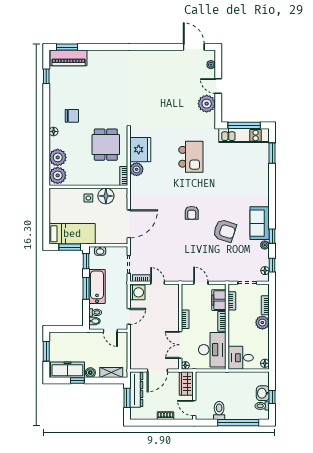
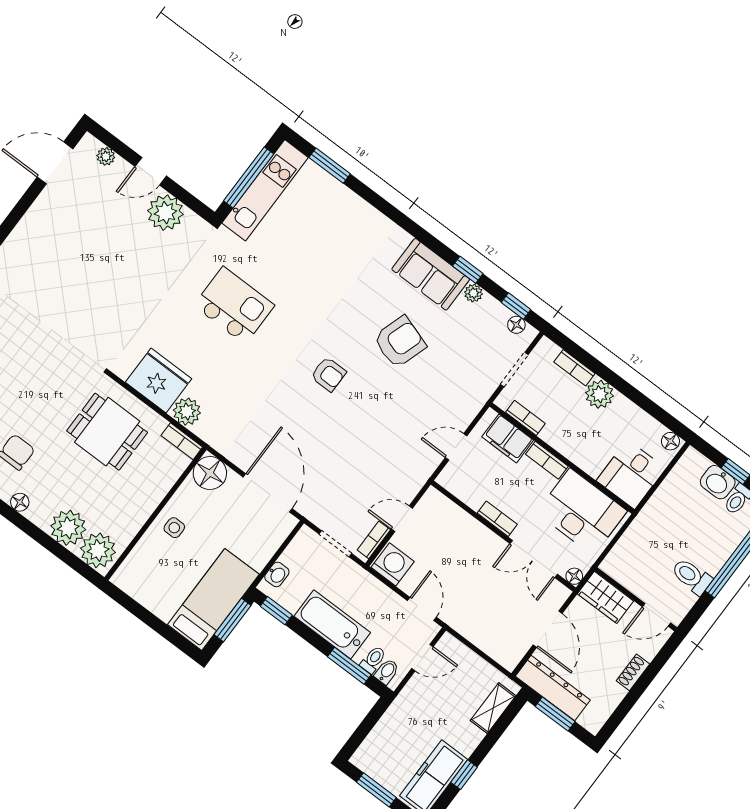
floor lamp: (106, 196) -> (210, 473), moved
window: (86, 288) -> (349, 666), moved
boiler: (90, 373) -> (467, 743), removed

